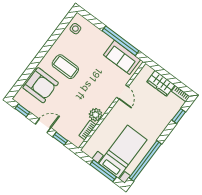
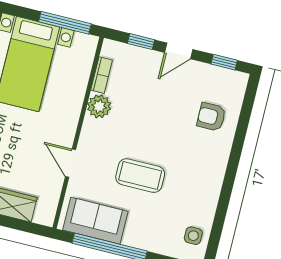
coffee table: (65, 67) -> (140, 176), moved
armchair: (41, 85) -> (211, 117), width x0.53, depth x0.53
window: (103, 171) -> (65, 23), moved

